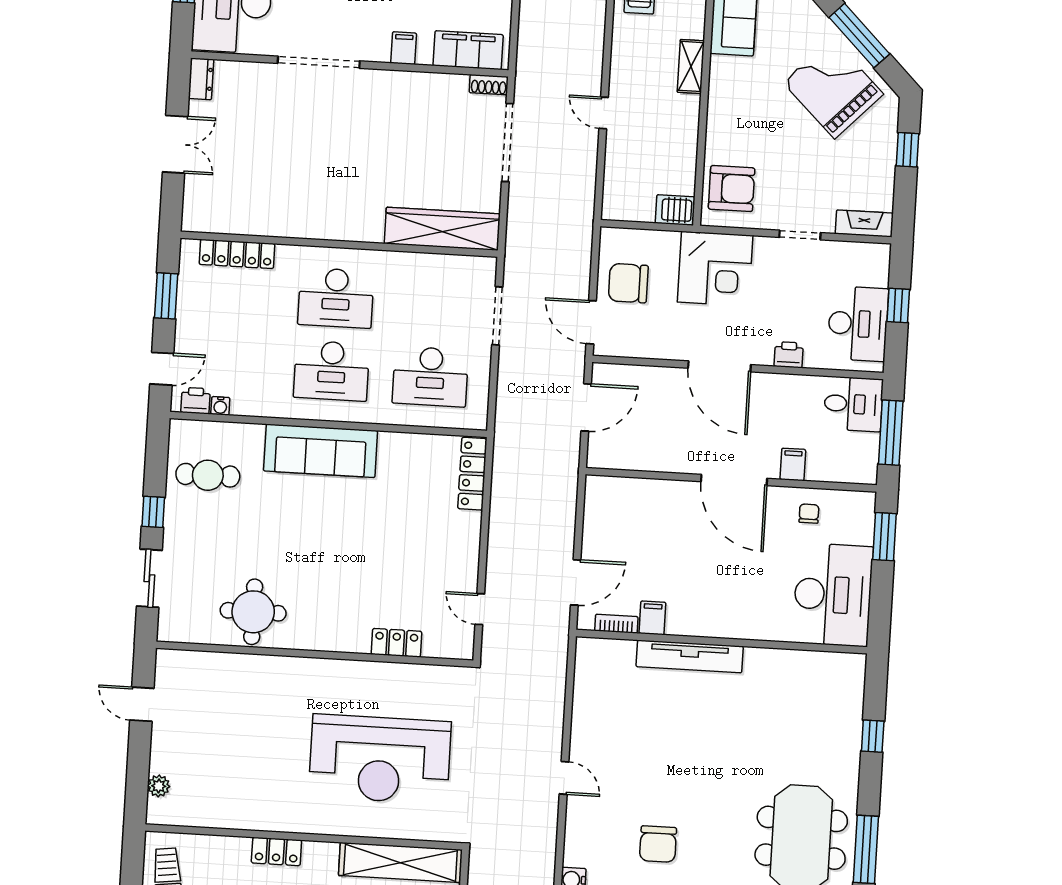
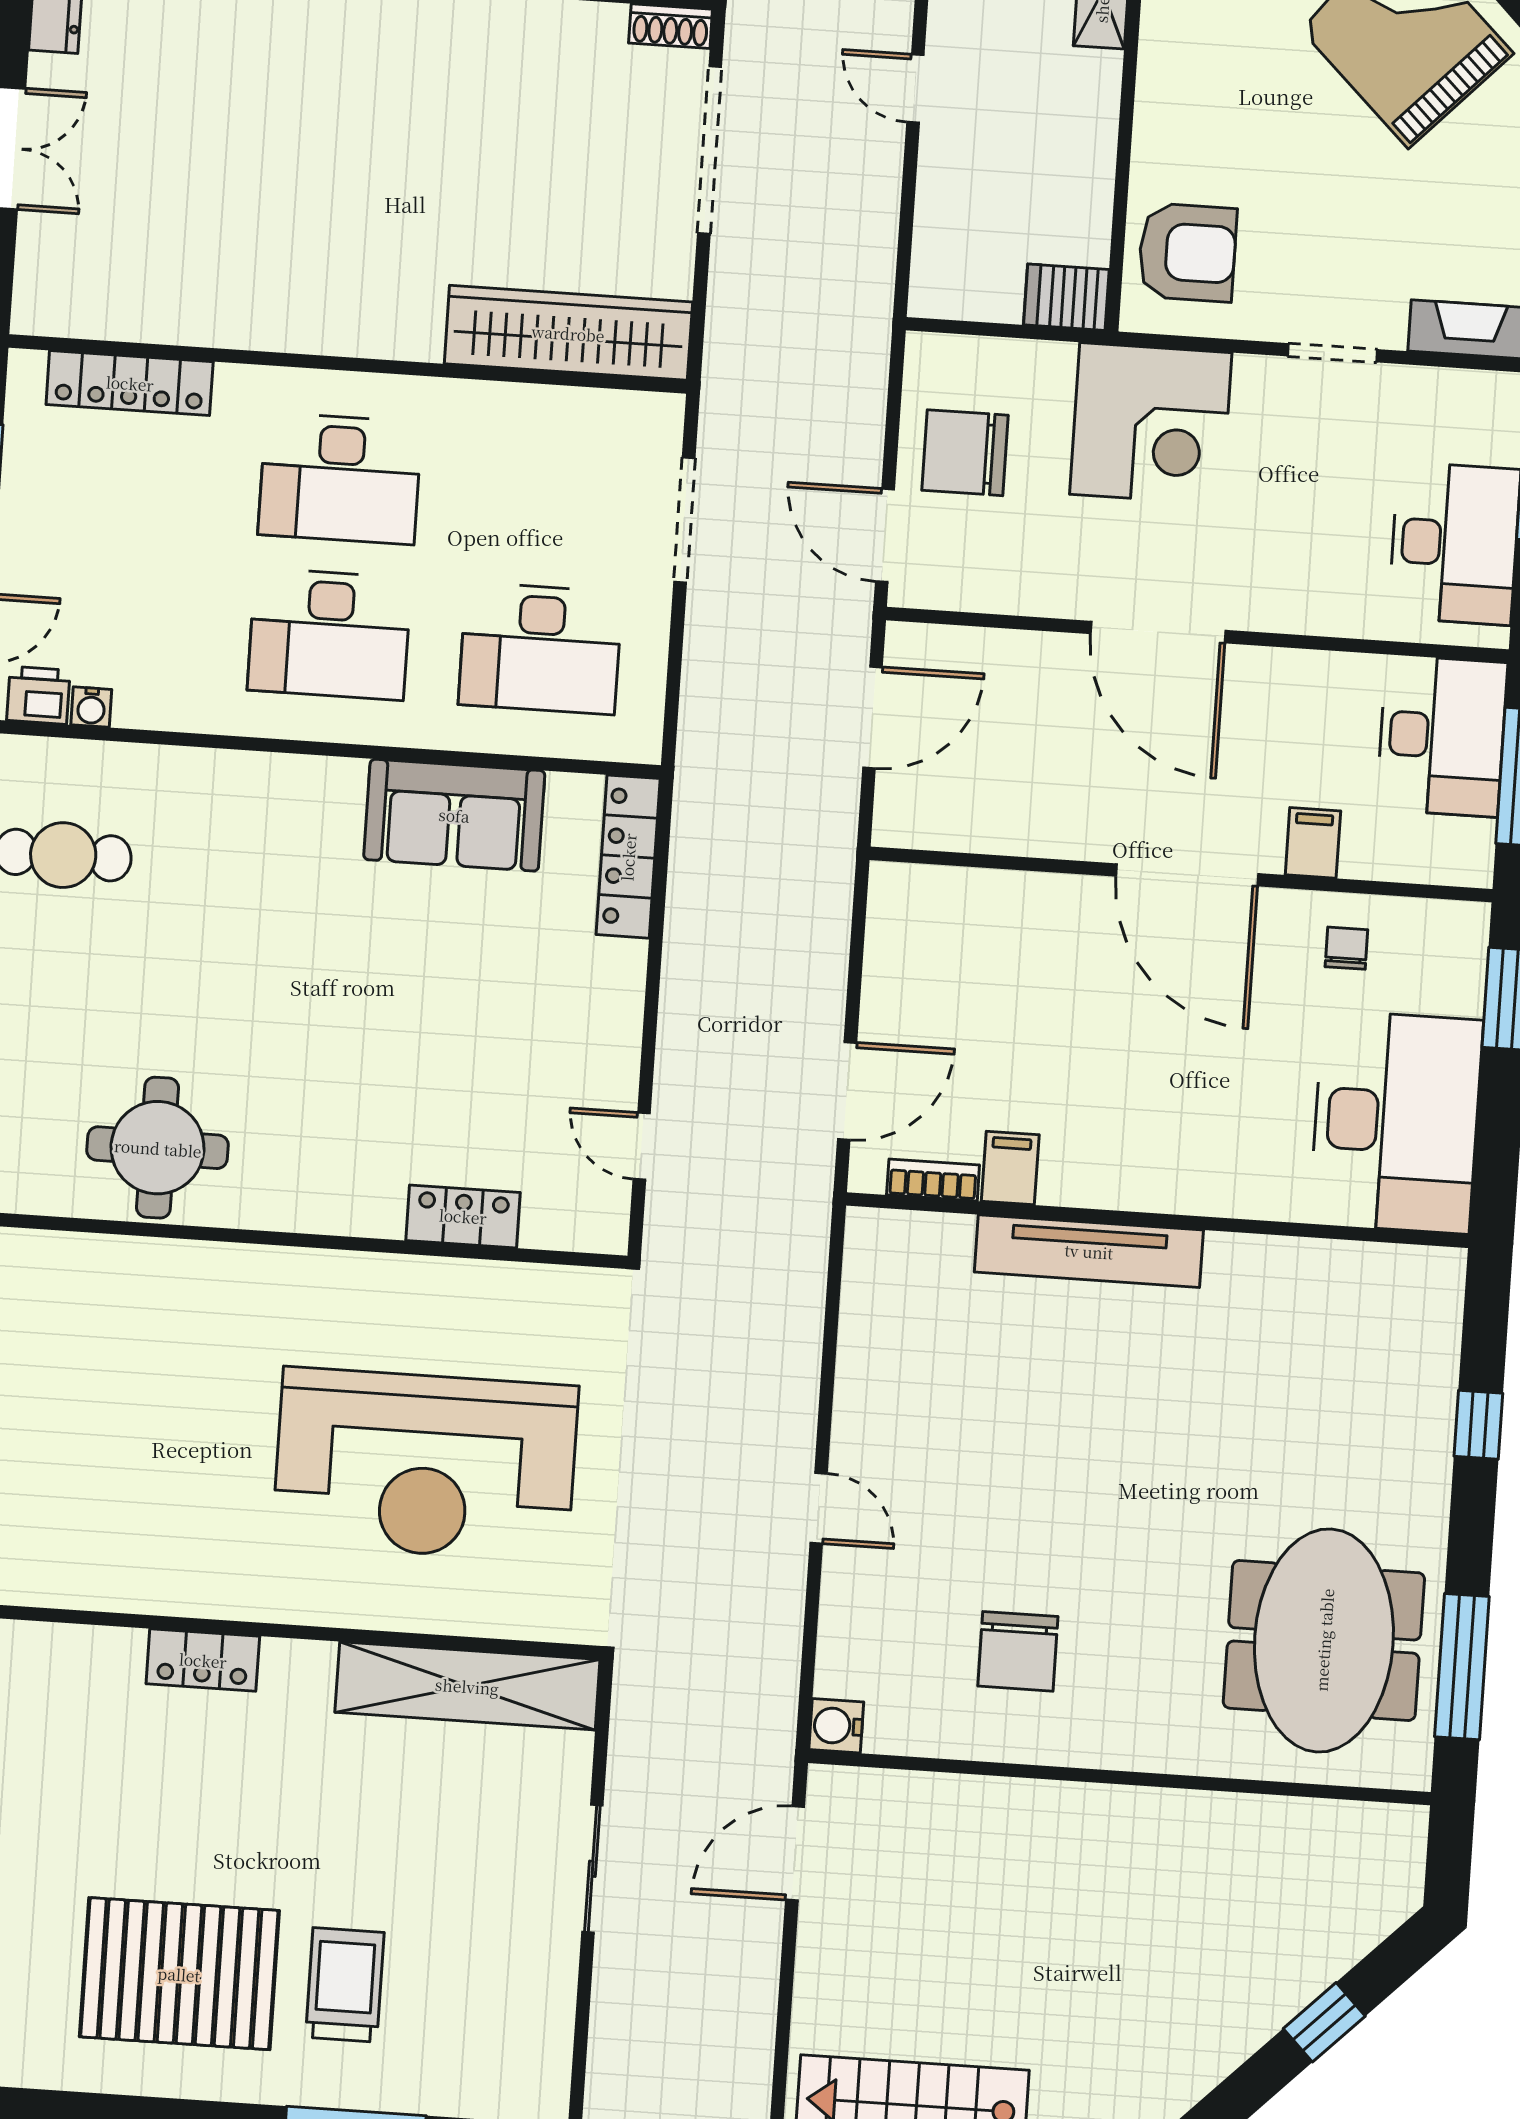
printer: (789, 355) -> (1306, 609), removed
desk: (853, 404) -> (1442, 736), width x1.37
sofa: (321, 451) -> (454, 815), moved, width x0.73

